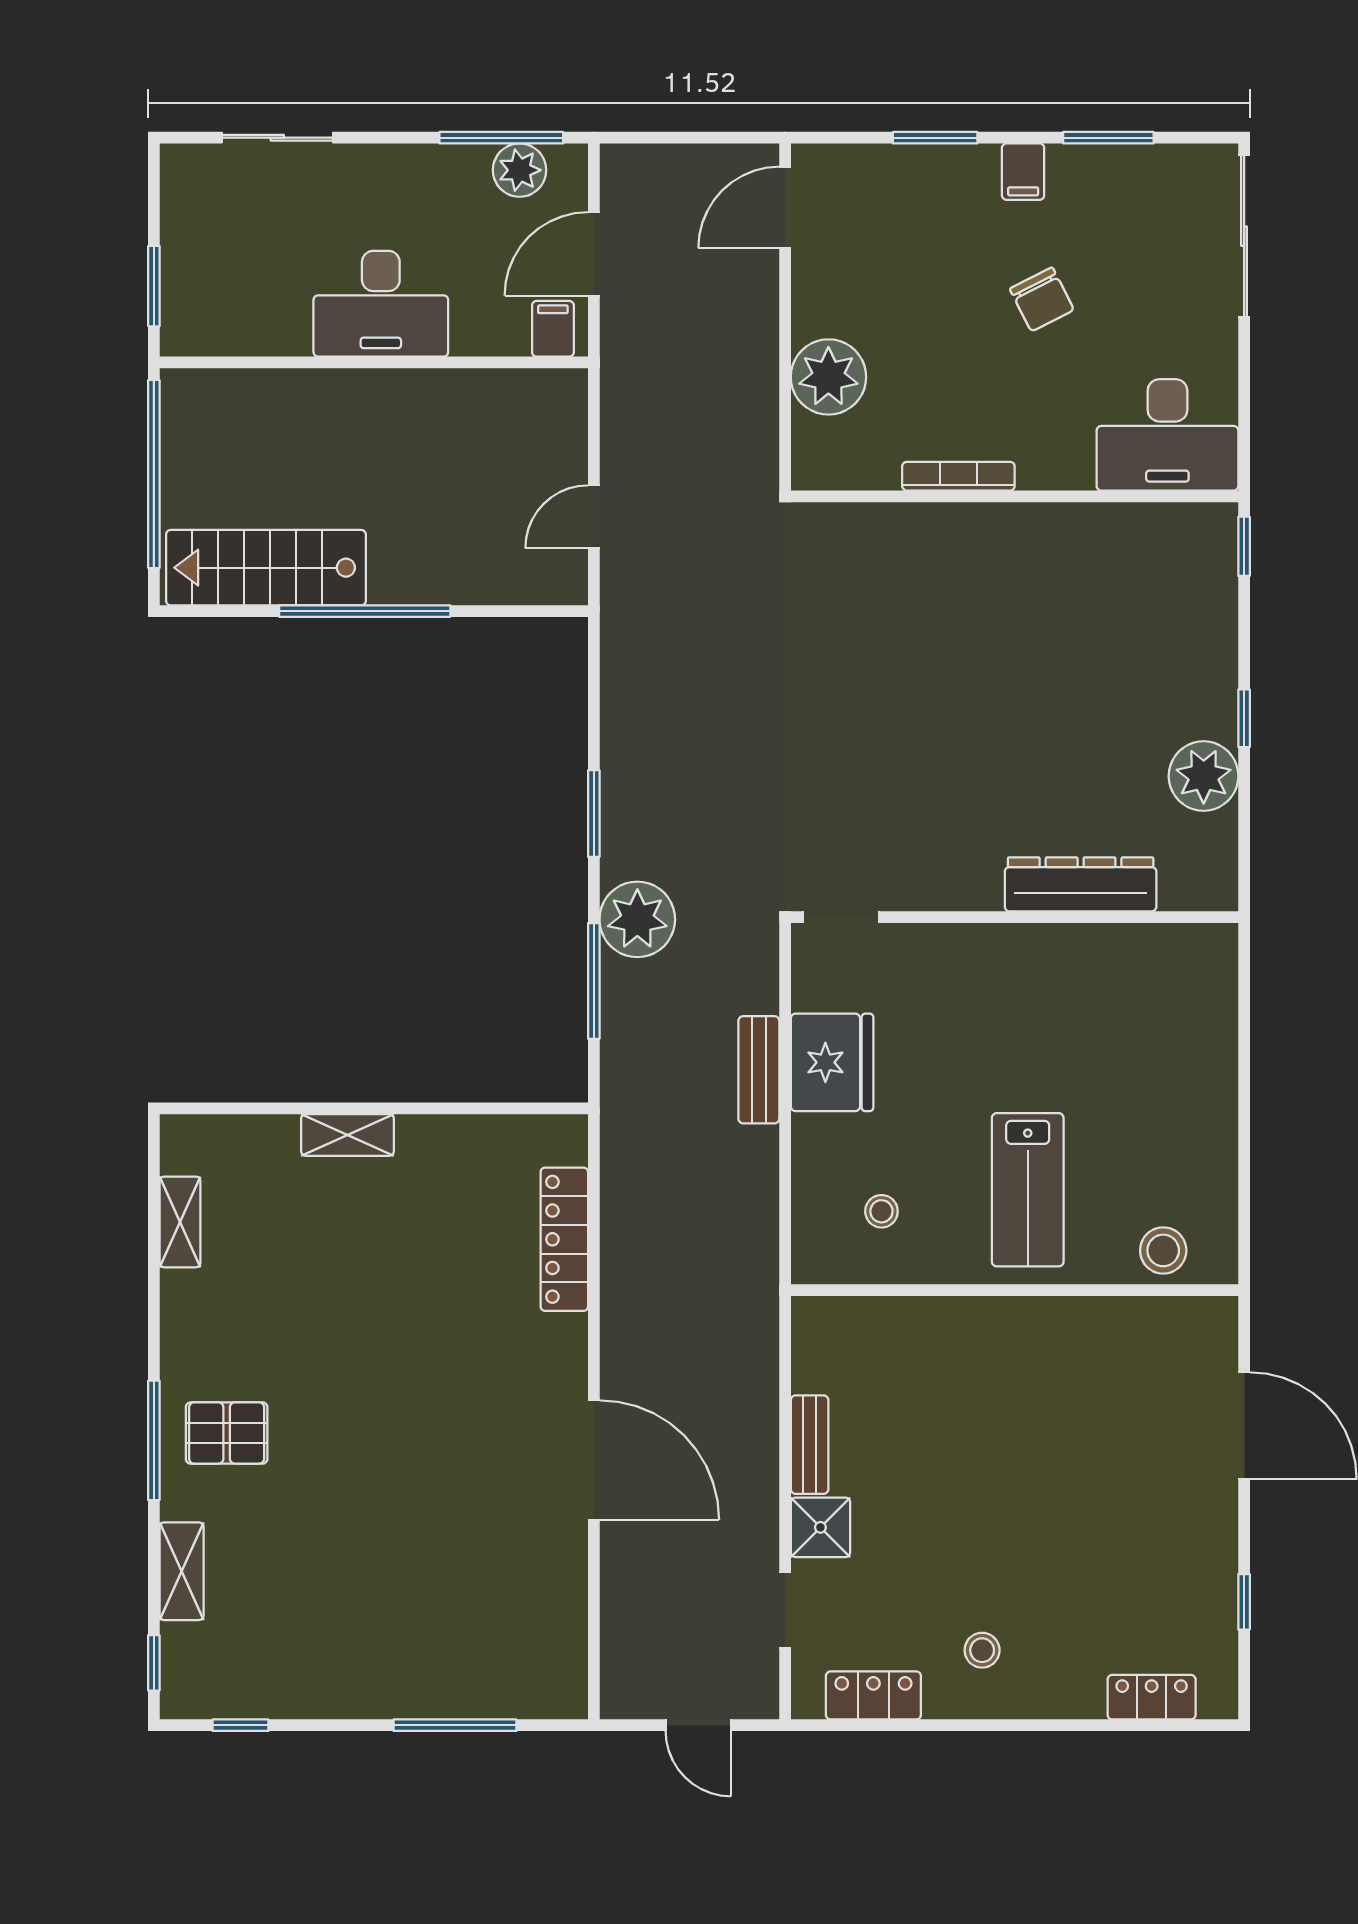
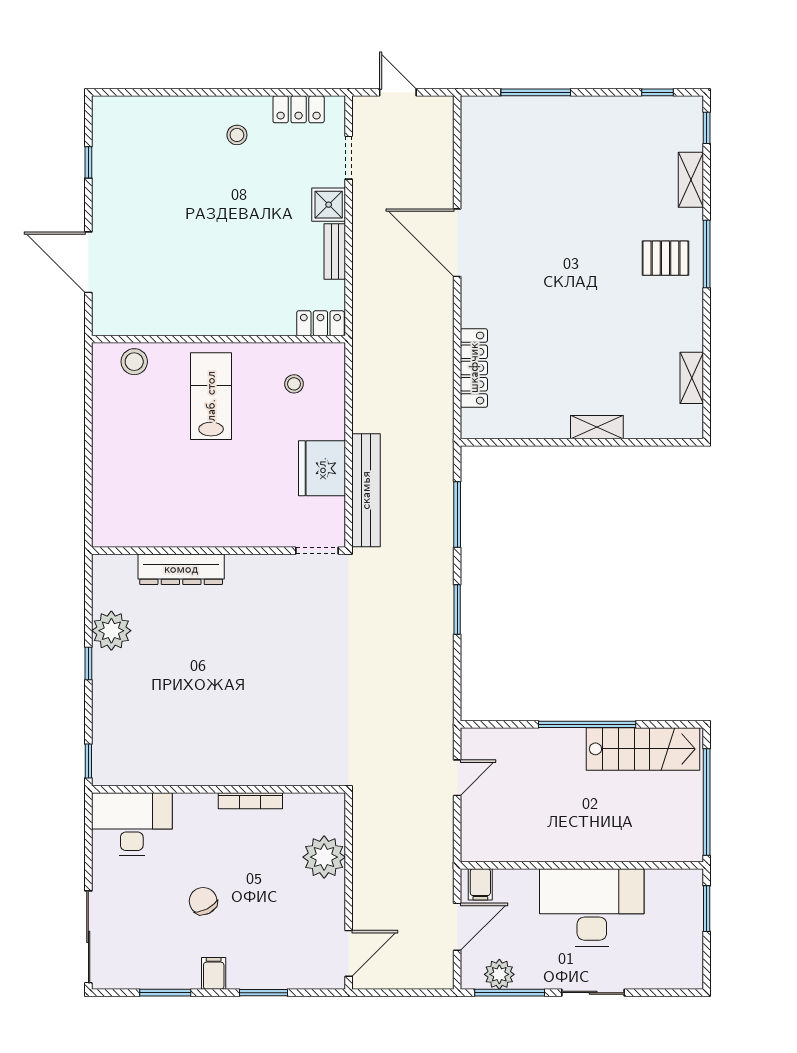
sliding door: (277, 138) -> (593, 993), moved
desk: (381, 304) -> (592, 908), width x1.36, depth x1.30
plant: (637, 919) -> (432, 549), removed
bench: (759, 1070) -> (366, 490), width x1.86, depth x1.21
locker: (1152, 1697) -> (320, 323), moved, turned 180

